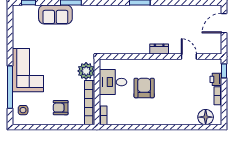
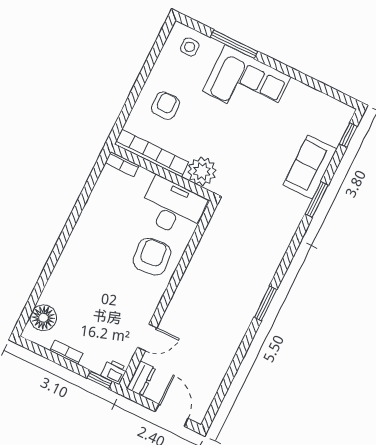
dresser: (159, 49) -> (141, 378), moved
printer: (216, 79) -> (114, 372), moved
desk: (113, 82) -> (172, 207), width x1.37
window: (10, 87) -> (234, 44), width x0.68
armchair: (144, 88) -> (152, 257), moved, turned -95

